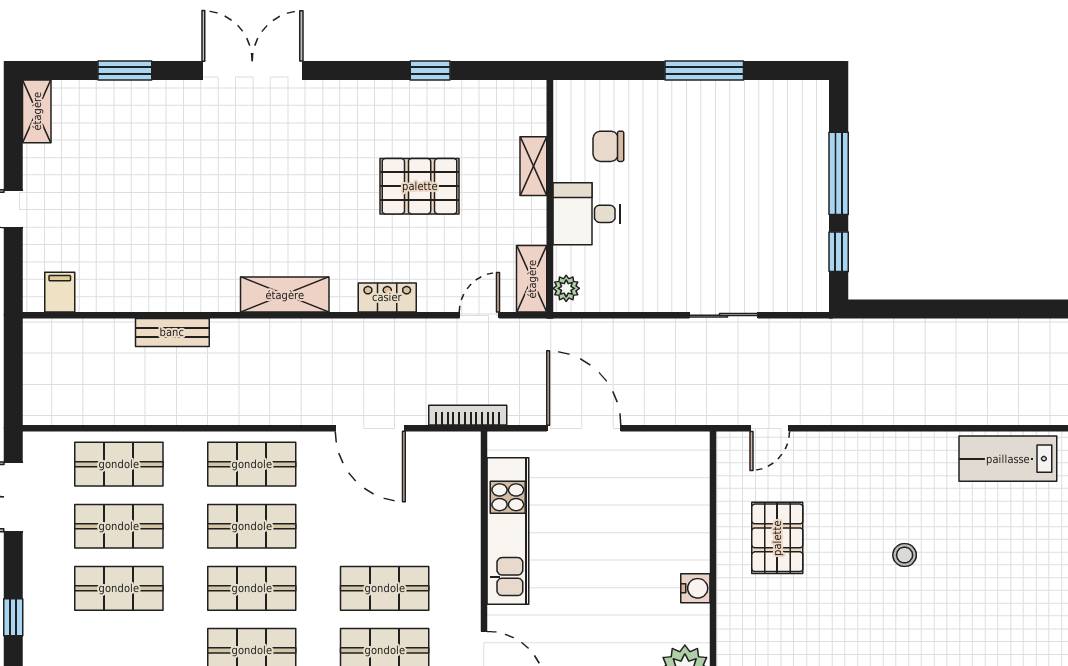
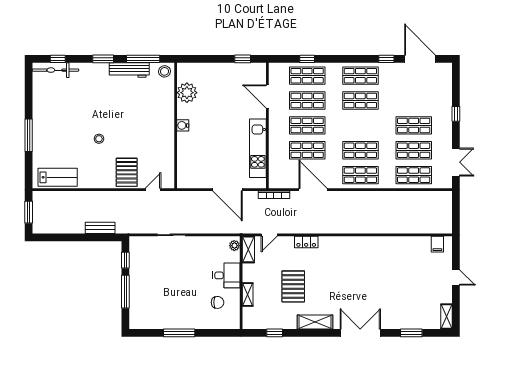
double door: (252, 71) -> (360, 333), swing flipped
window: (430, 71) -> (275, 333), moved
pallet: (420, 186) -> (293, 286), turned 90
shelving: (285, 295) -> (315, 322), moved
bench: (172, 332) -> (100, 228), moved
pallet: (777, 538) -> (127, 172), moved
shop shelf: (252, 588) -> (307, 150), moved

